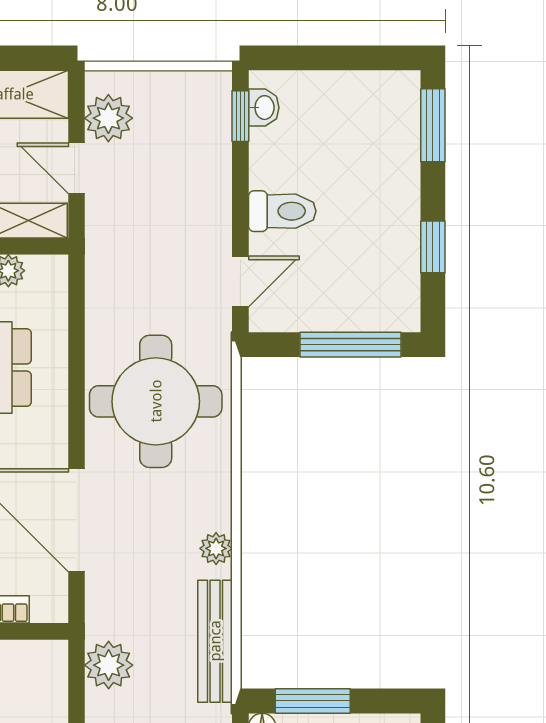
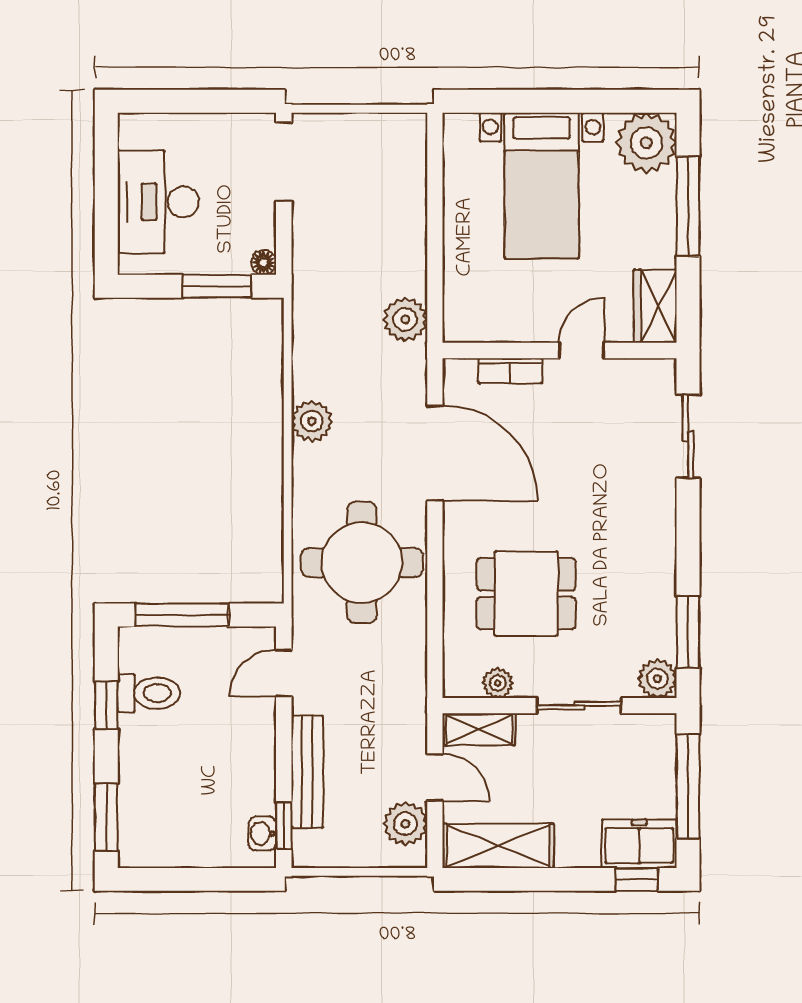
toilet: (282, 211) -> (149, 693), moved, turned 180
plant: (216, 548) -> (312, 421), width x1.38, depth x1.38
bench: (215, 641) -> (307, 772), moved

